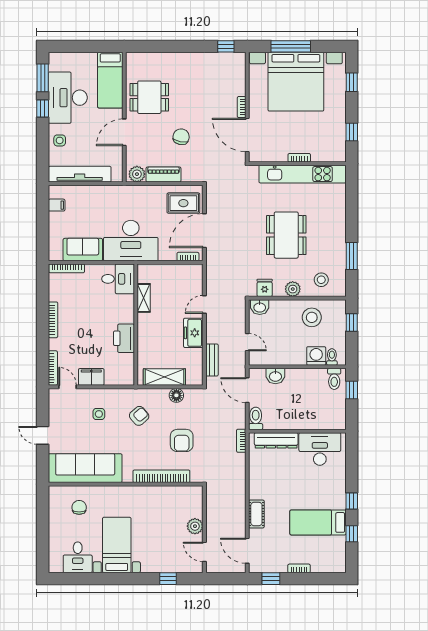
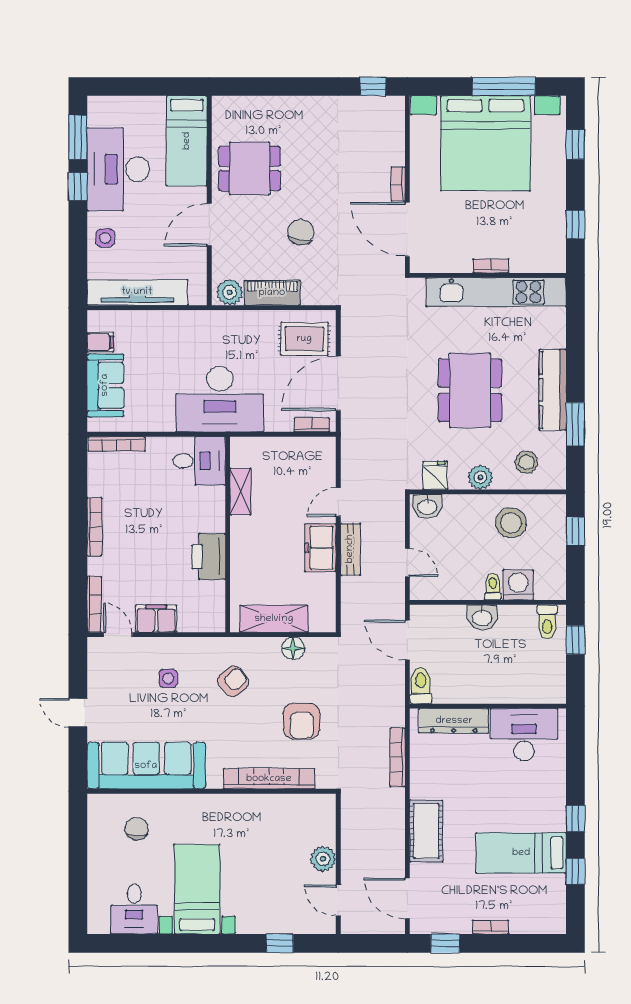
window: (291, 46) -> (504, 86), moved
kitchen counter: (338, 235) -> (553, 390), added
sofa: (83, 250) -> (105, 385), moved, turned 90
toilet: (332, 357) -> (493, 587), moved
bench: (212, 360) -> (350, 549), moved
washbasin: (275, 376) -> (482, 617), moved
bookcase: (241, 441) -> (398, 757), moved, width x1.56
cot: (256, 514) -> (426, 831), width x1.37, depth x1.34

